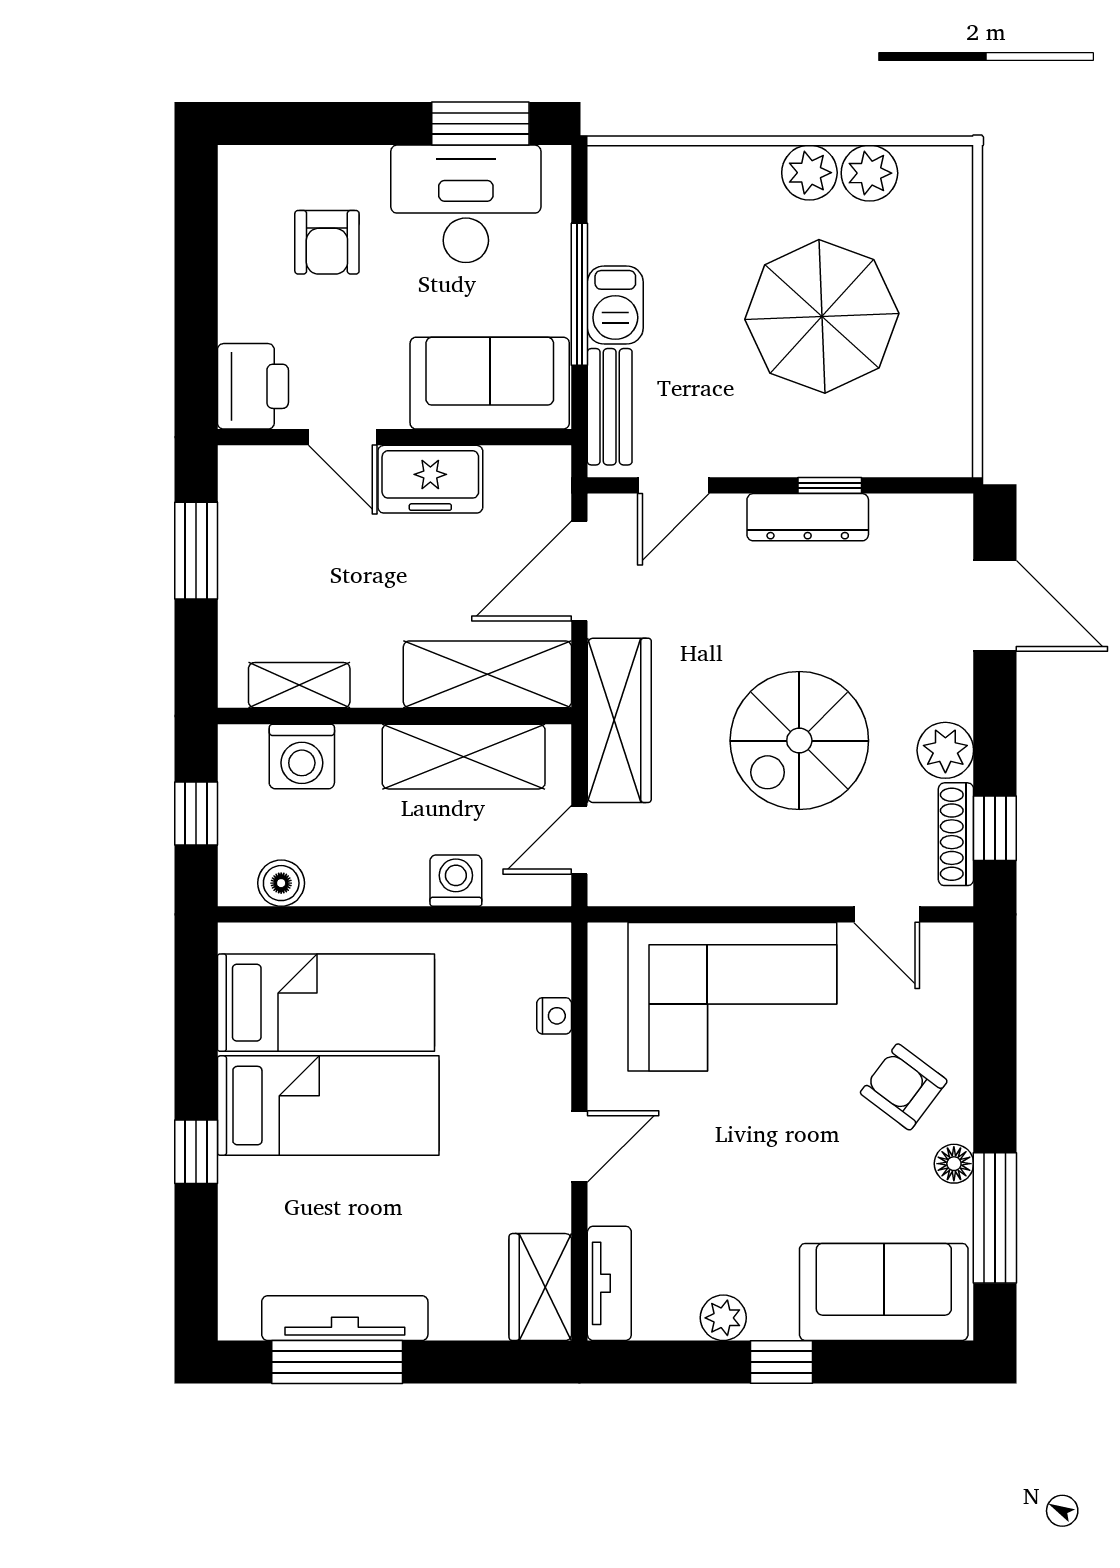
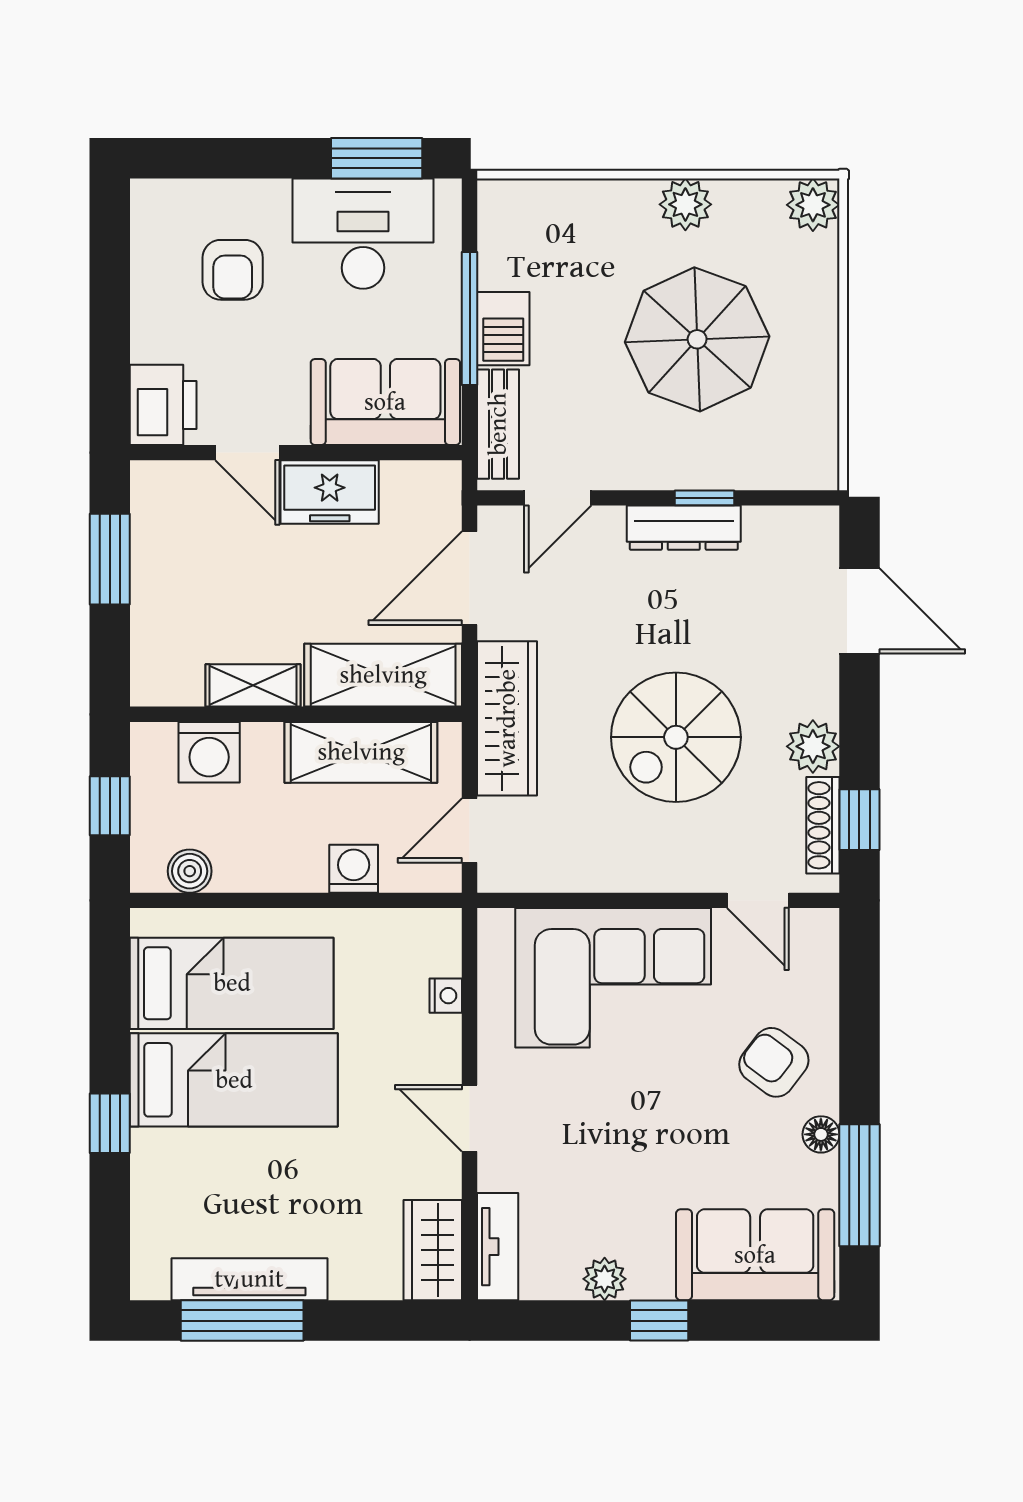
plant: (869, 173) -> (813, 205), moved
shelving: (299, 685) -> (253, 685), moved
door: (579, 1147) -> (470, 1118), swing flipped

